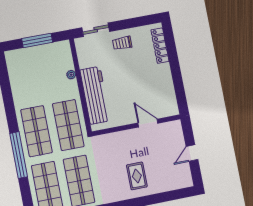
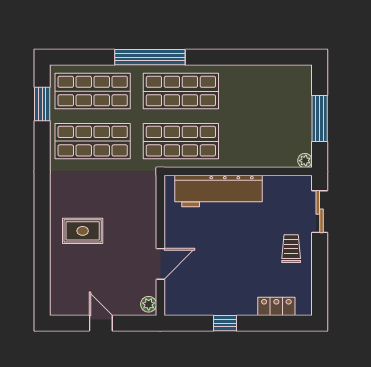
locker: (160, 46) -> (276, 306), width x0.66
plant: (71, 75) -> (305, 161), moved
window: (177, 76) -> (225, 323), added
plant: (174, 125) -> (149, 304), added

